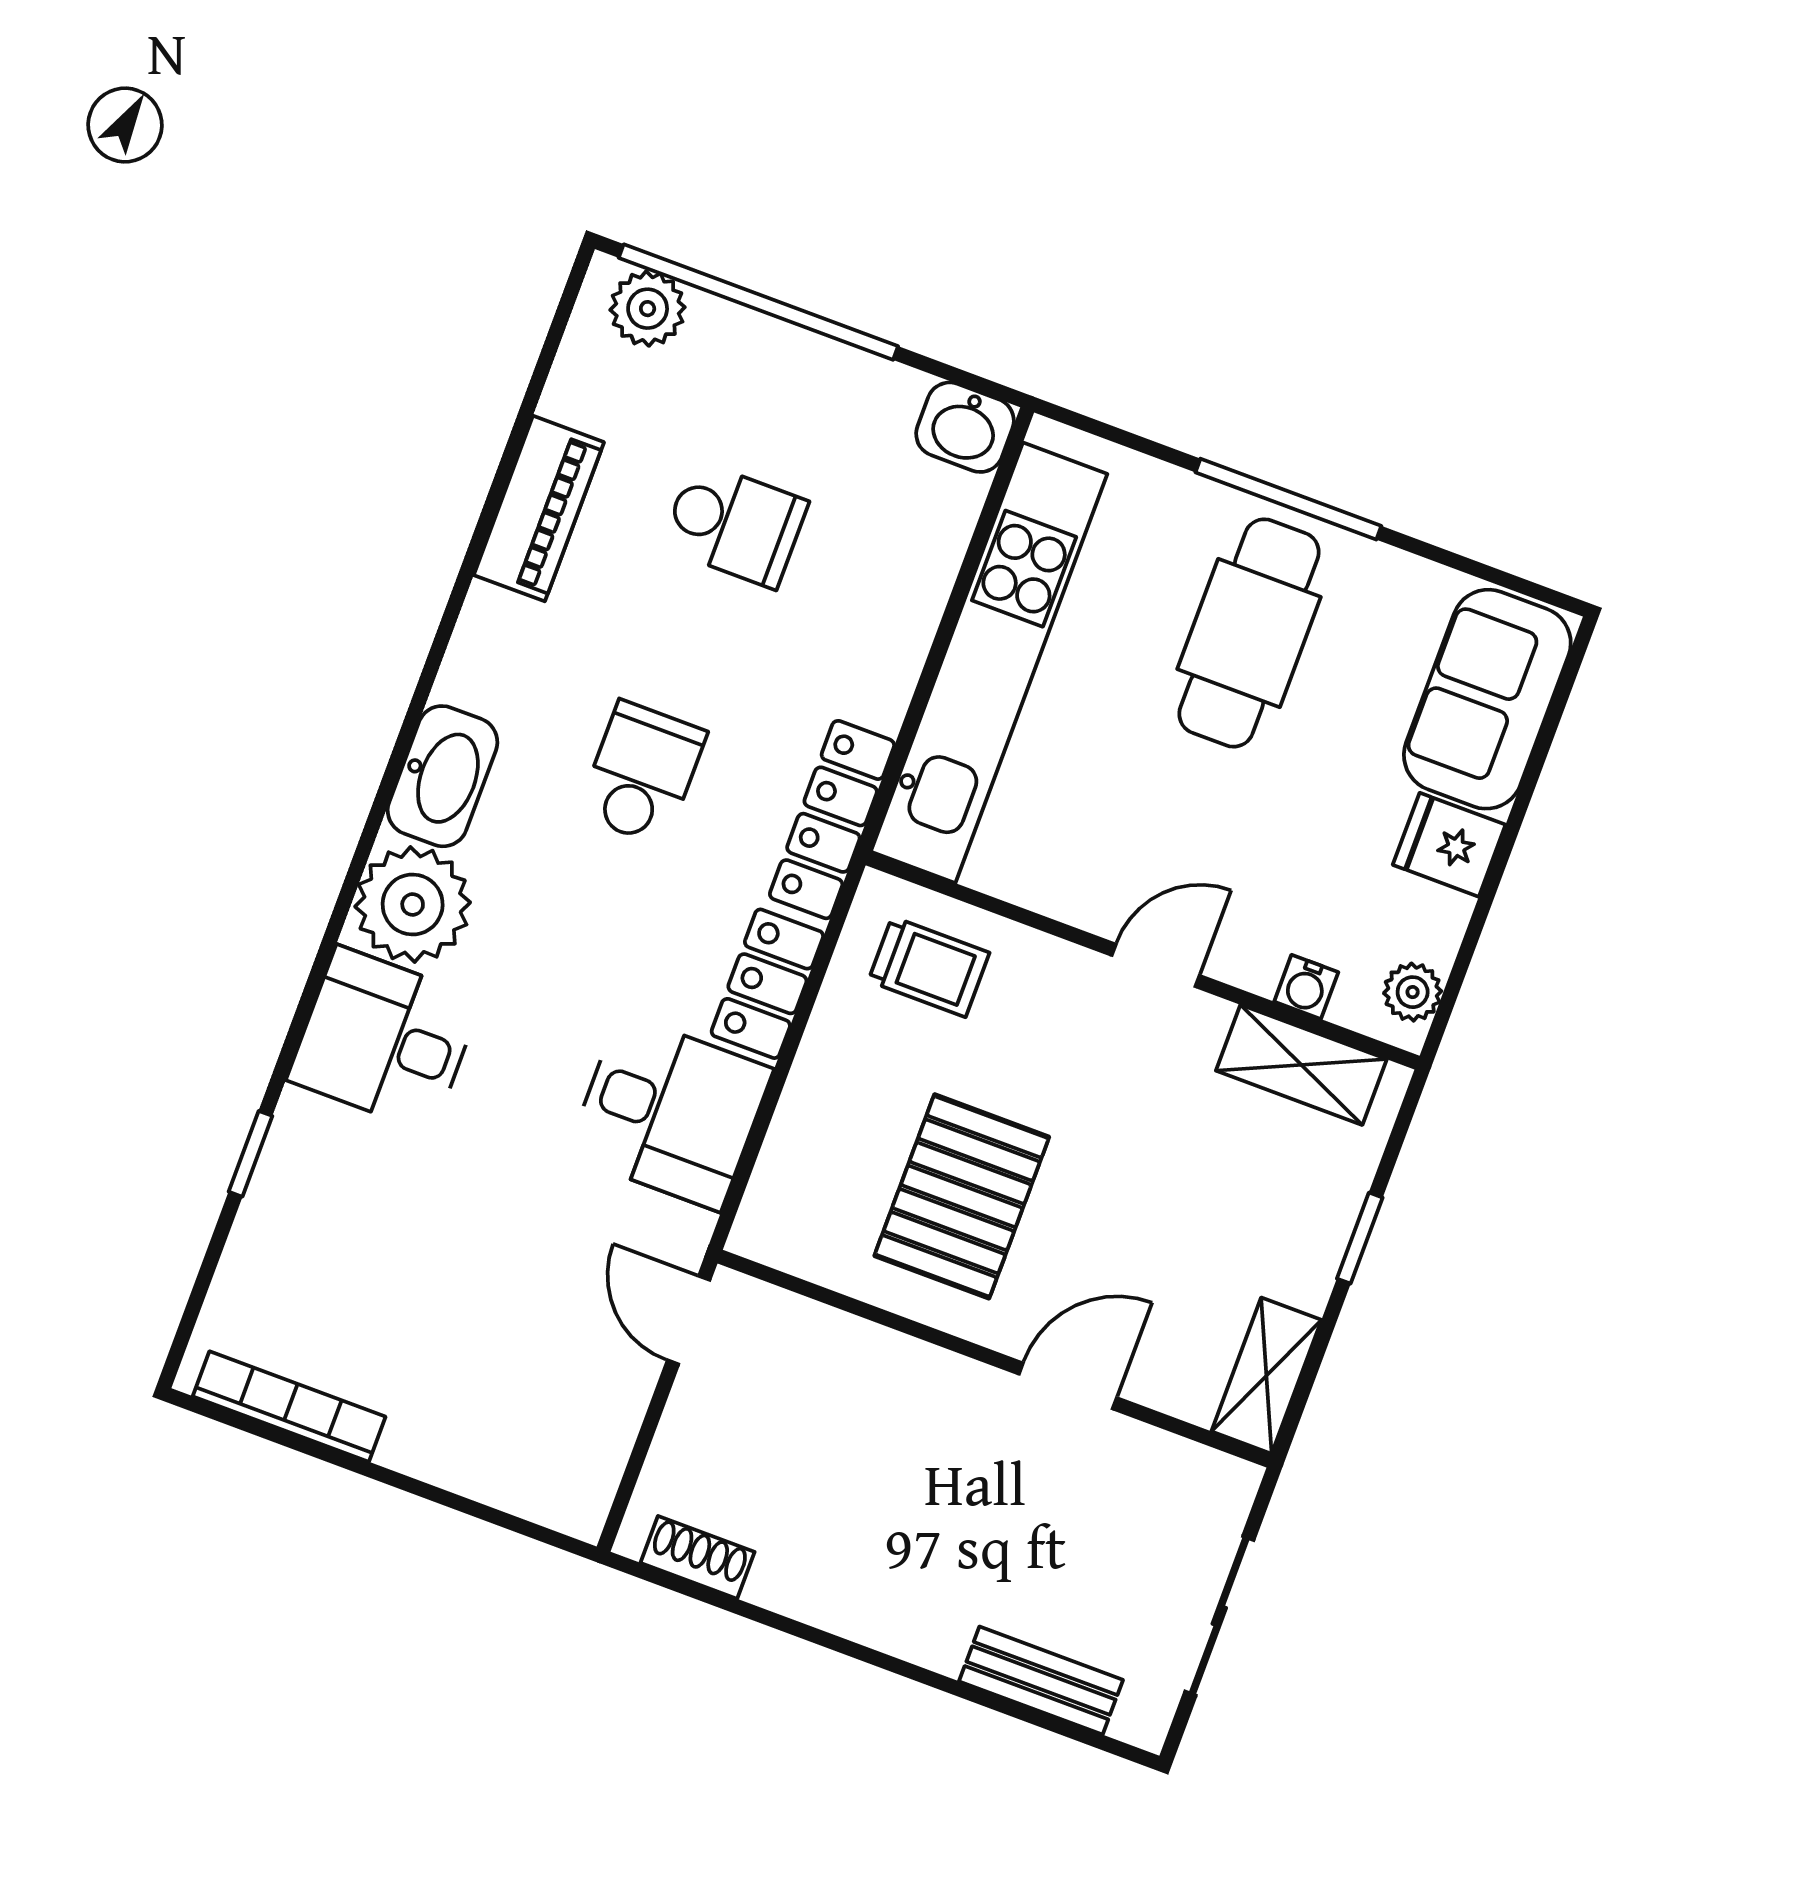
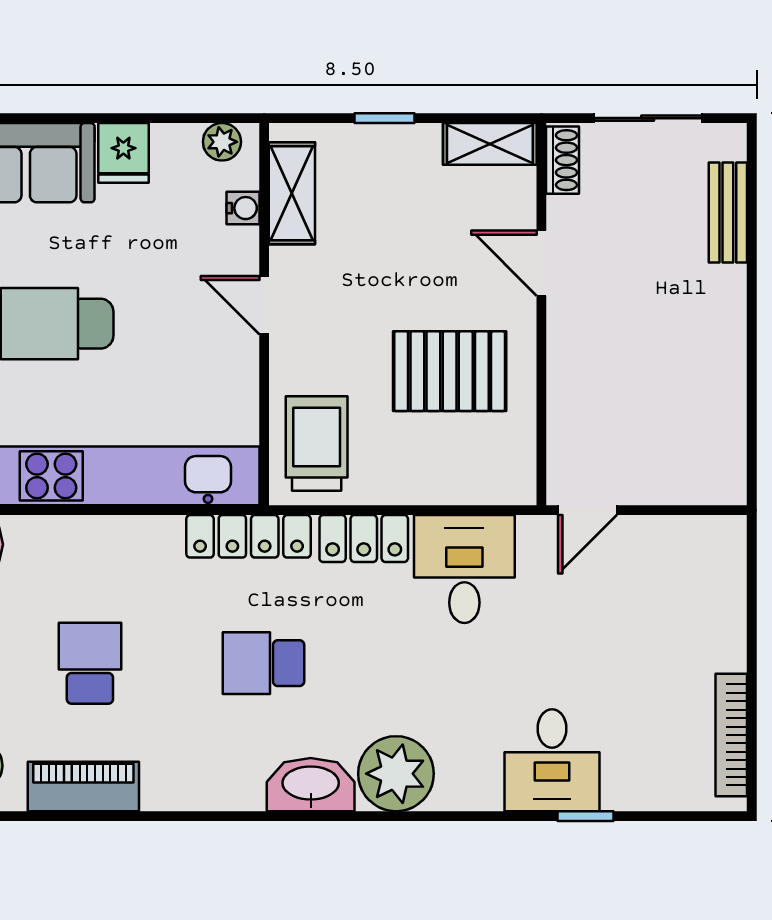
piano: (539, 509) -> (83, 787), moved
trolley: (929, 967) -> (317, 444), width x1.36, depth x1.39
desk: (384, 1039) -> (552, 760), moved
shoe rack: (698, 1557) -> (563, 160), moved, turned 180

